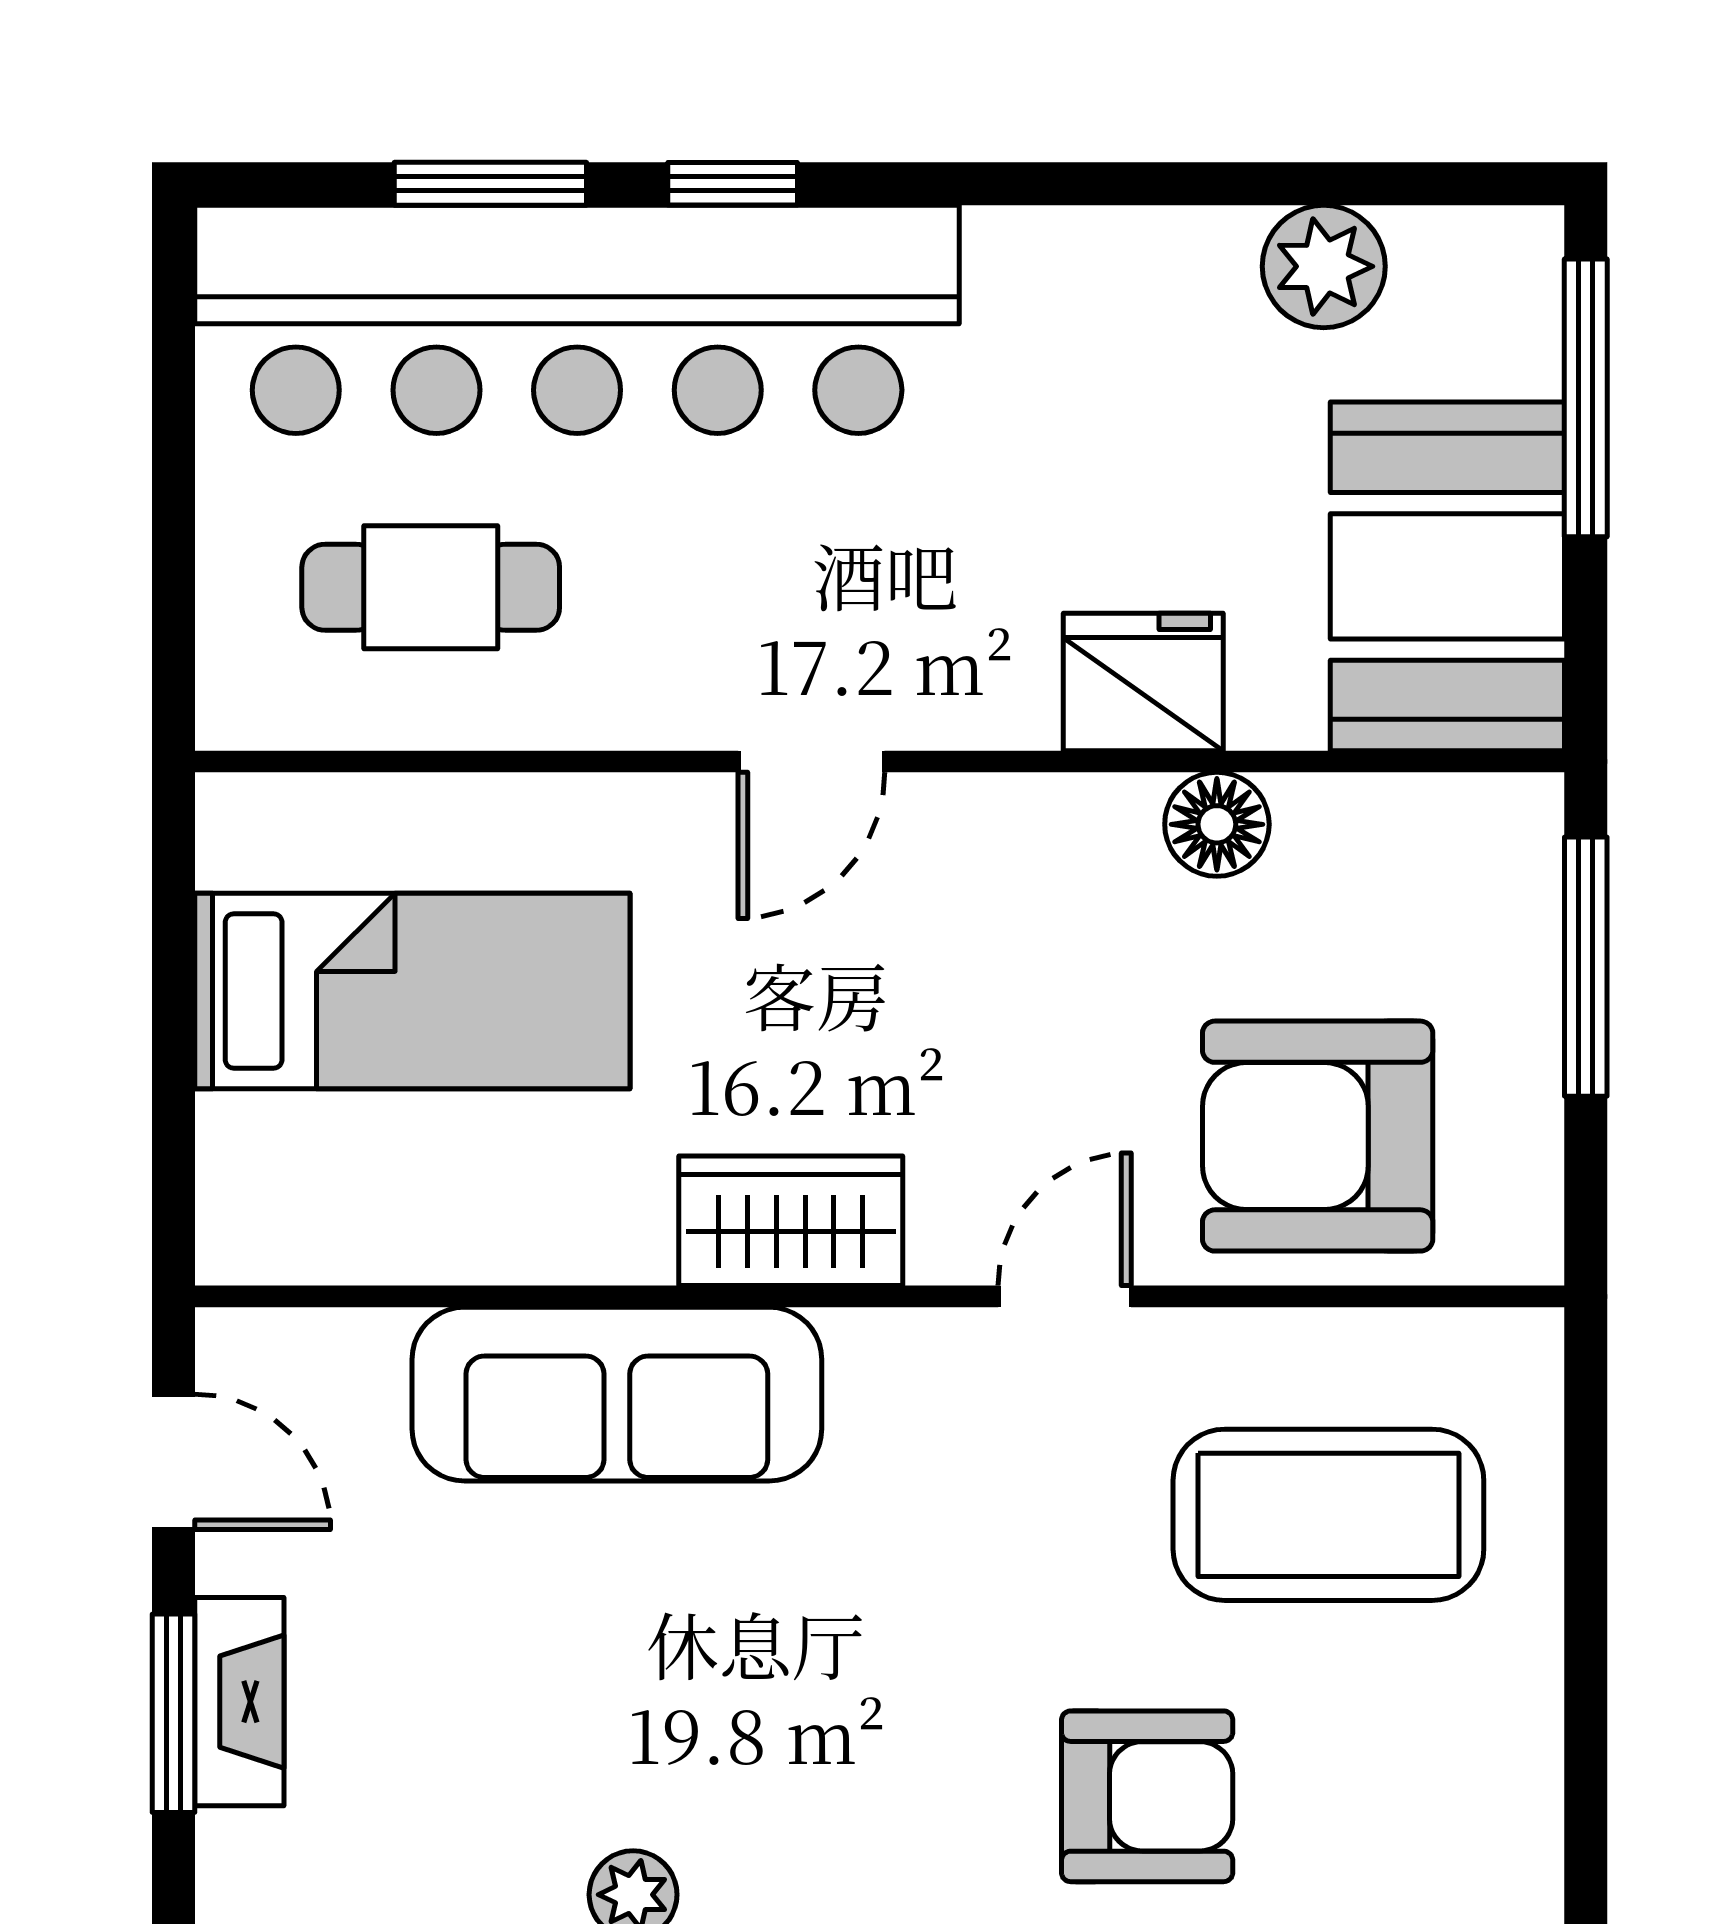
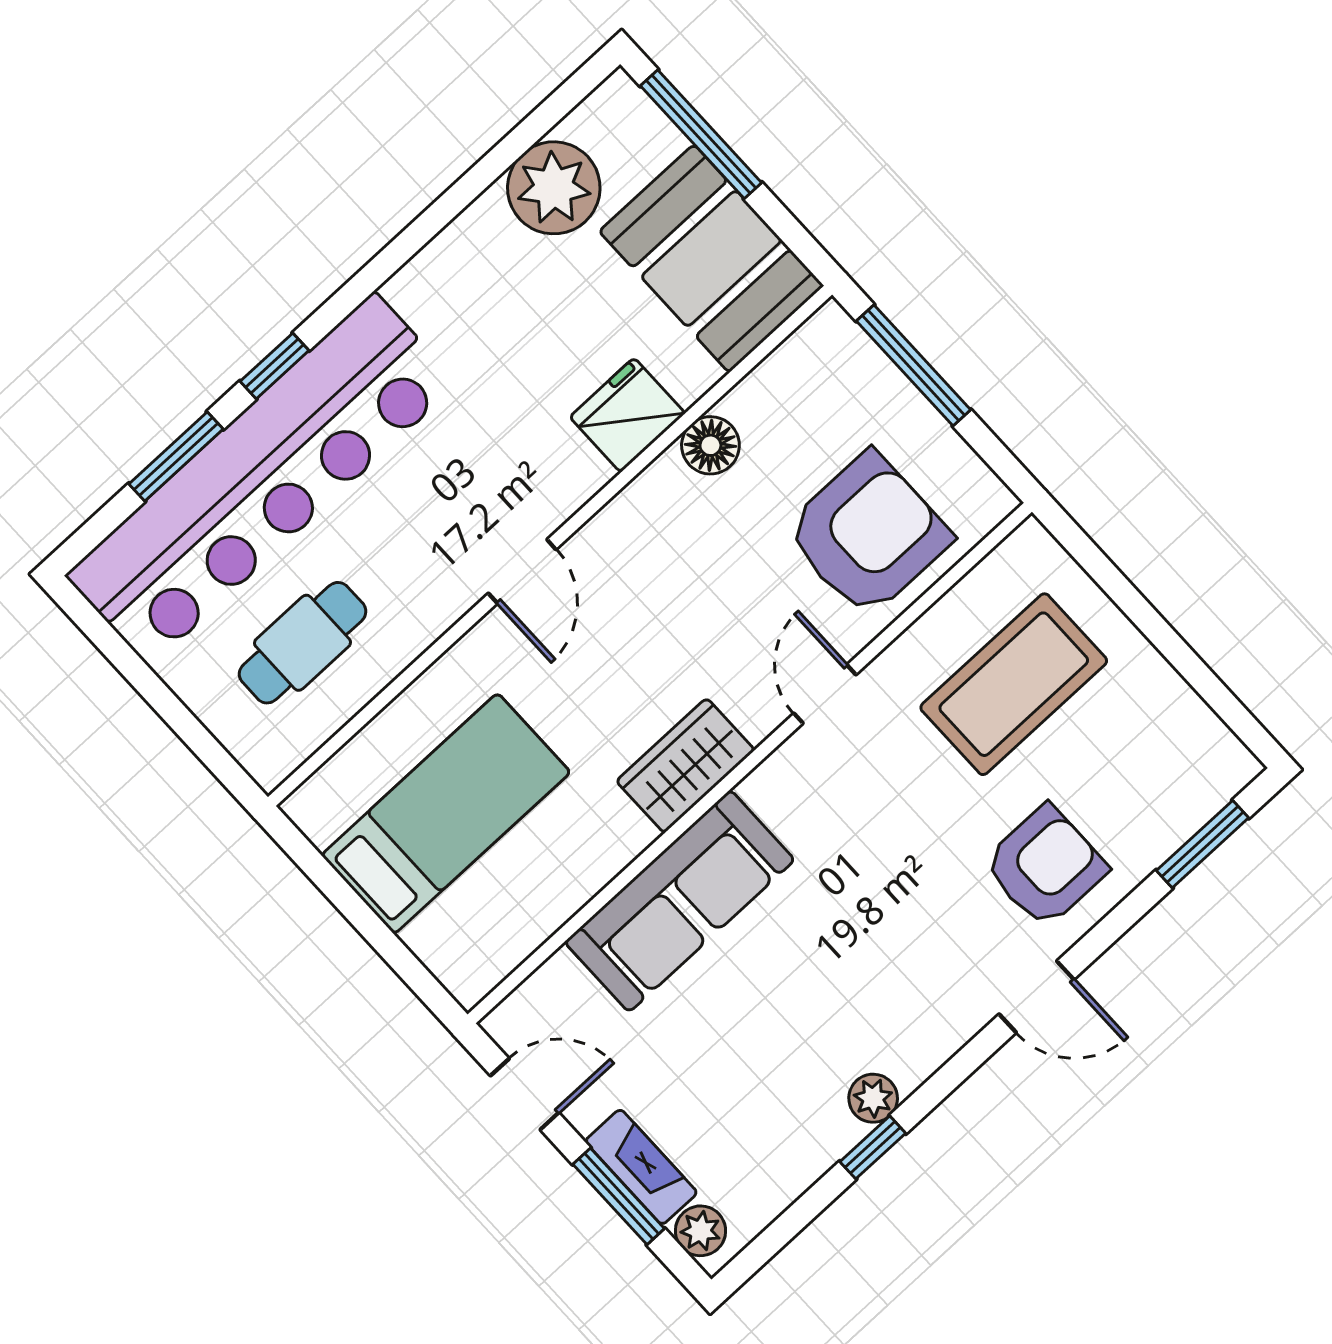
plant: (1324, 266) -> (554, 188), width x1.36, depth x1.36
armchair: (1318, 1136) -> (868, 534), turned 180
plant: (240, 1860) -> (700, 1231), added

